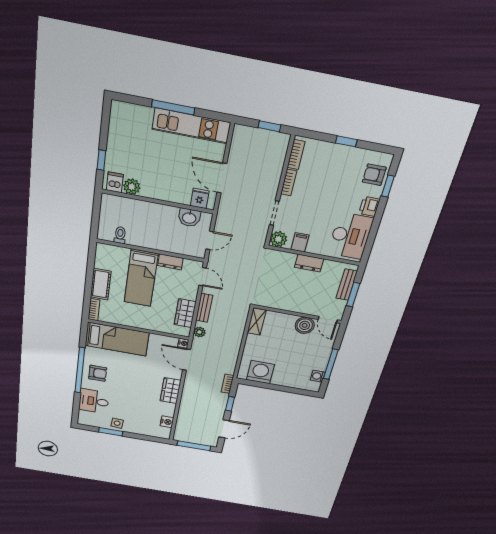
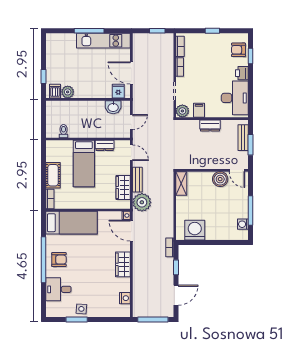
plant: (199, 332) -> (142, 202), width x1.88, depth x1.88

